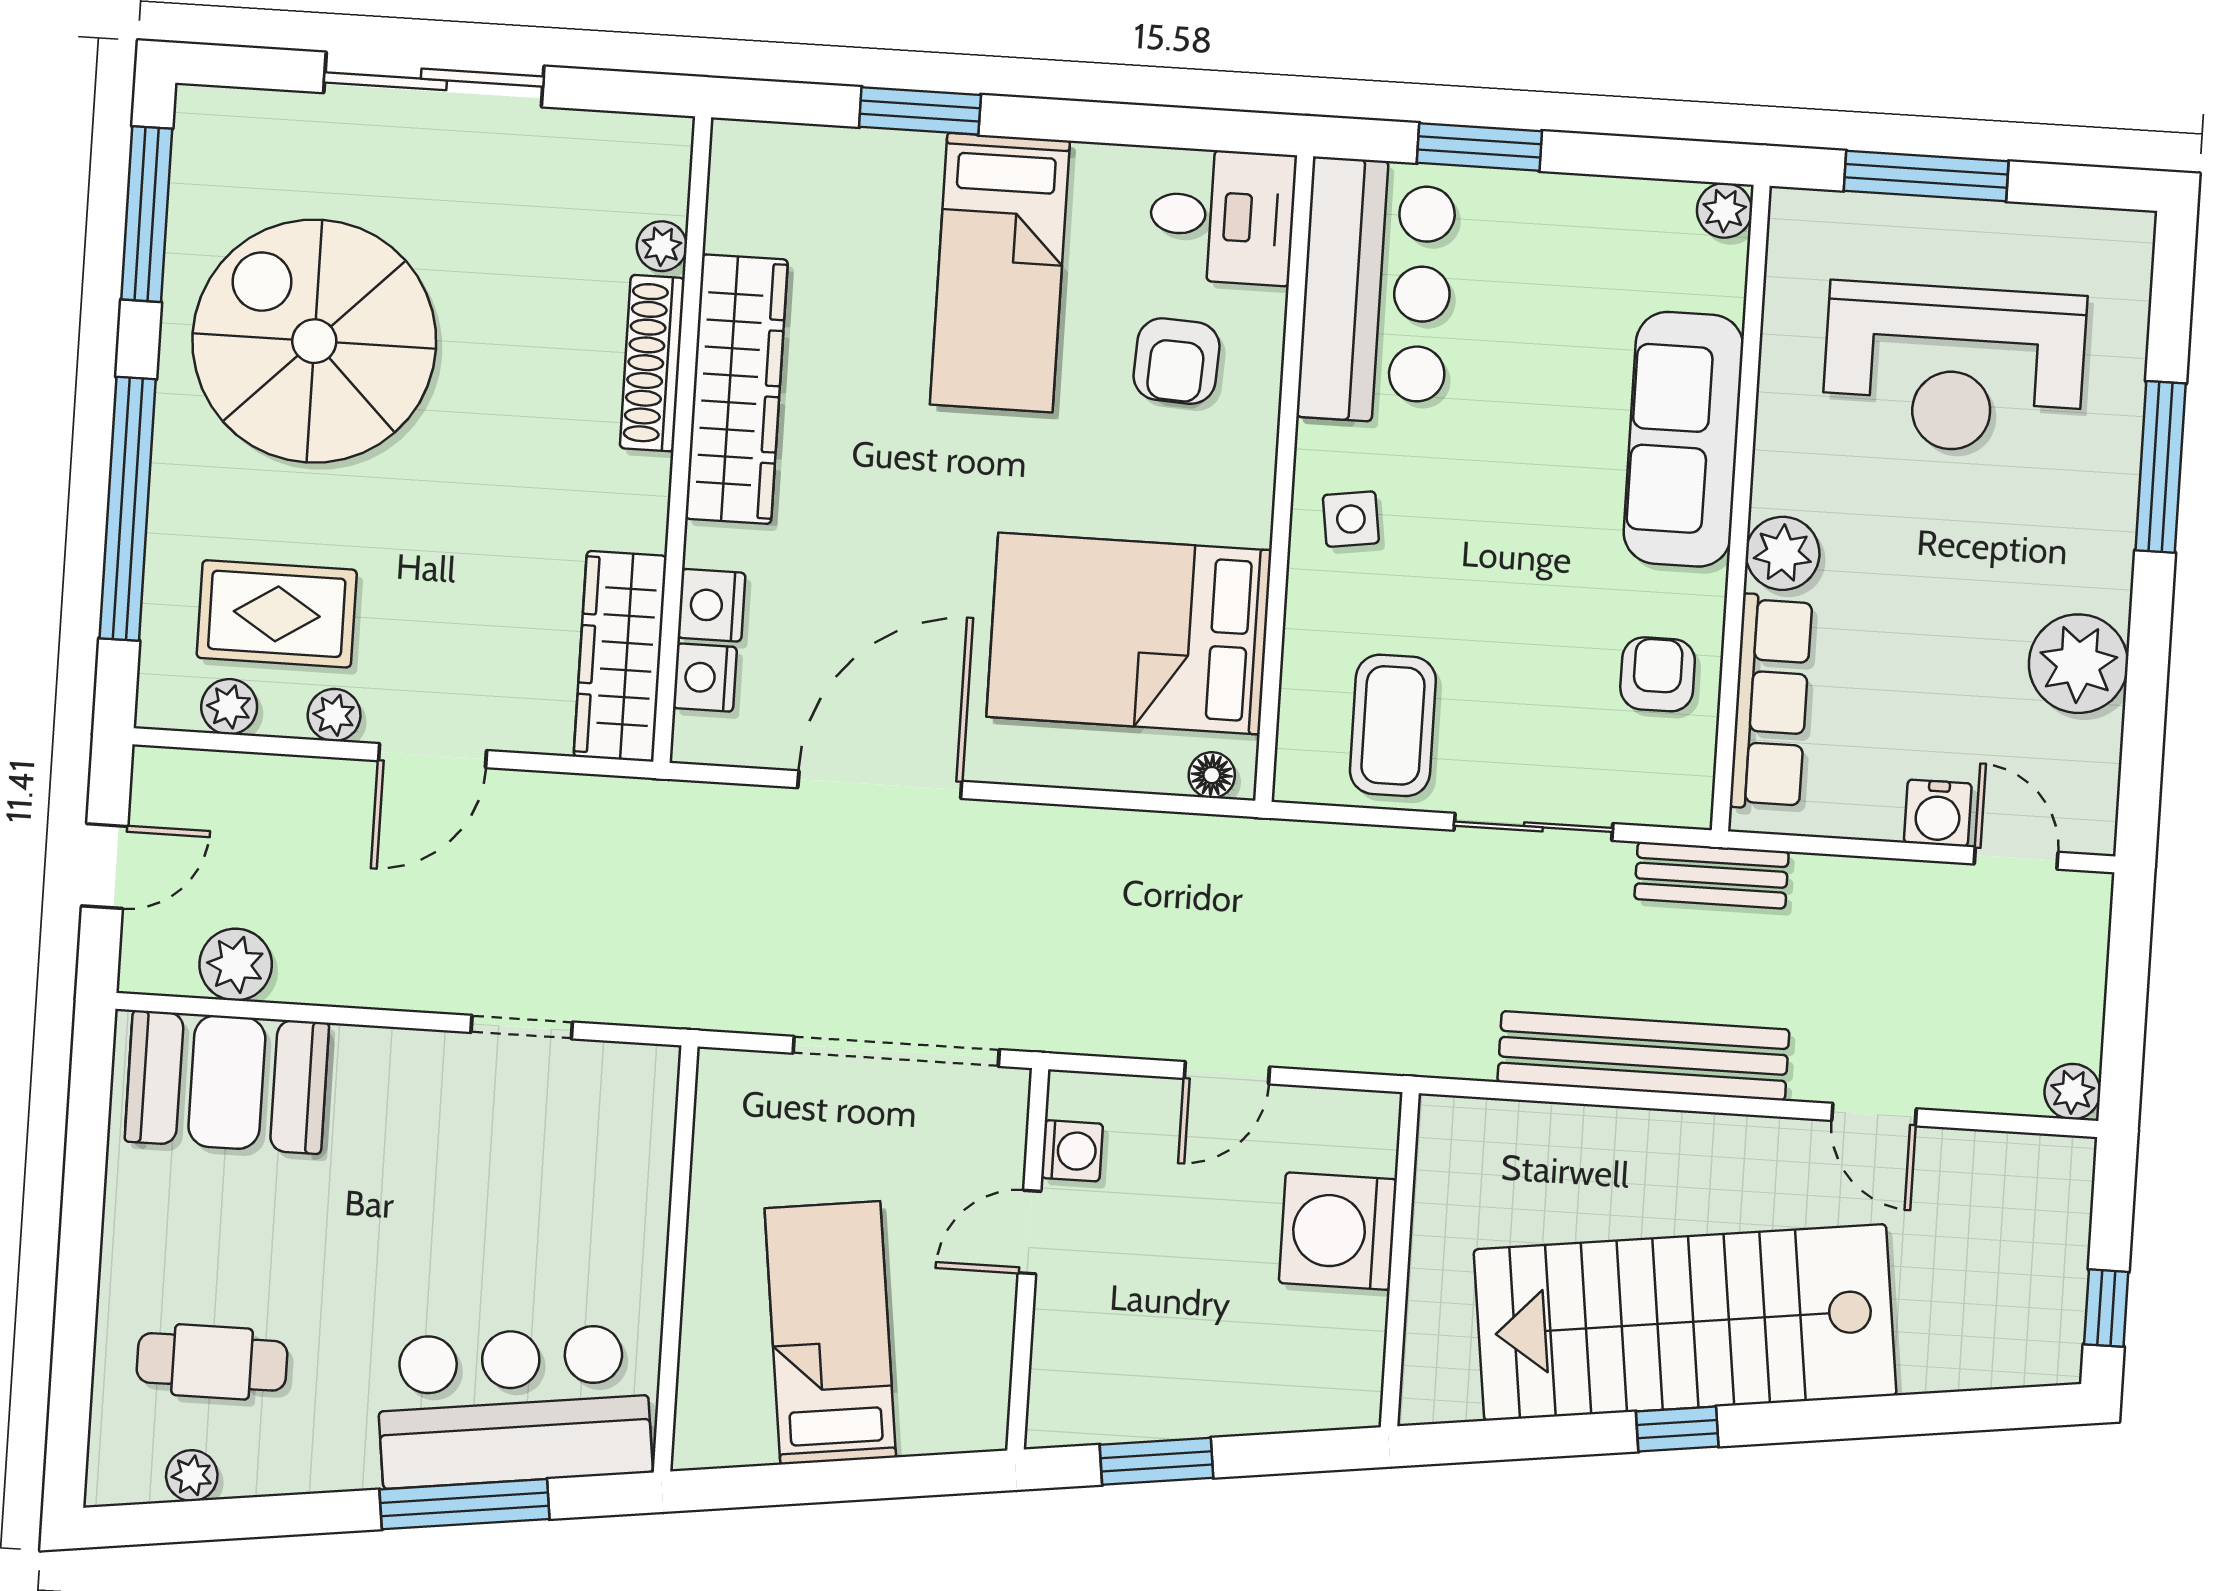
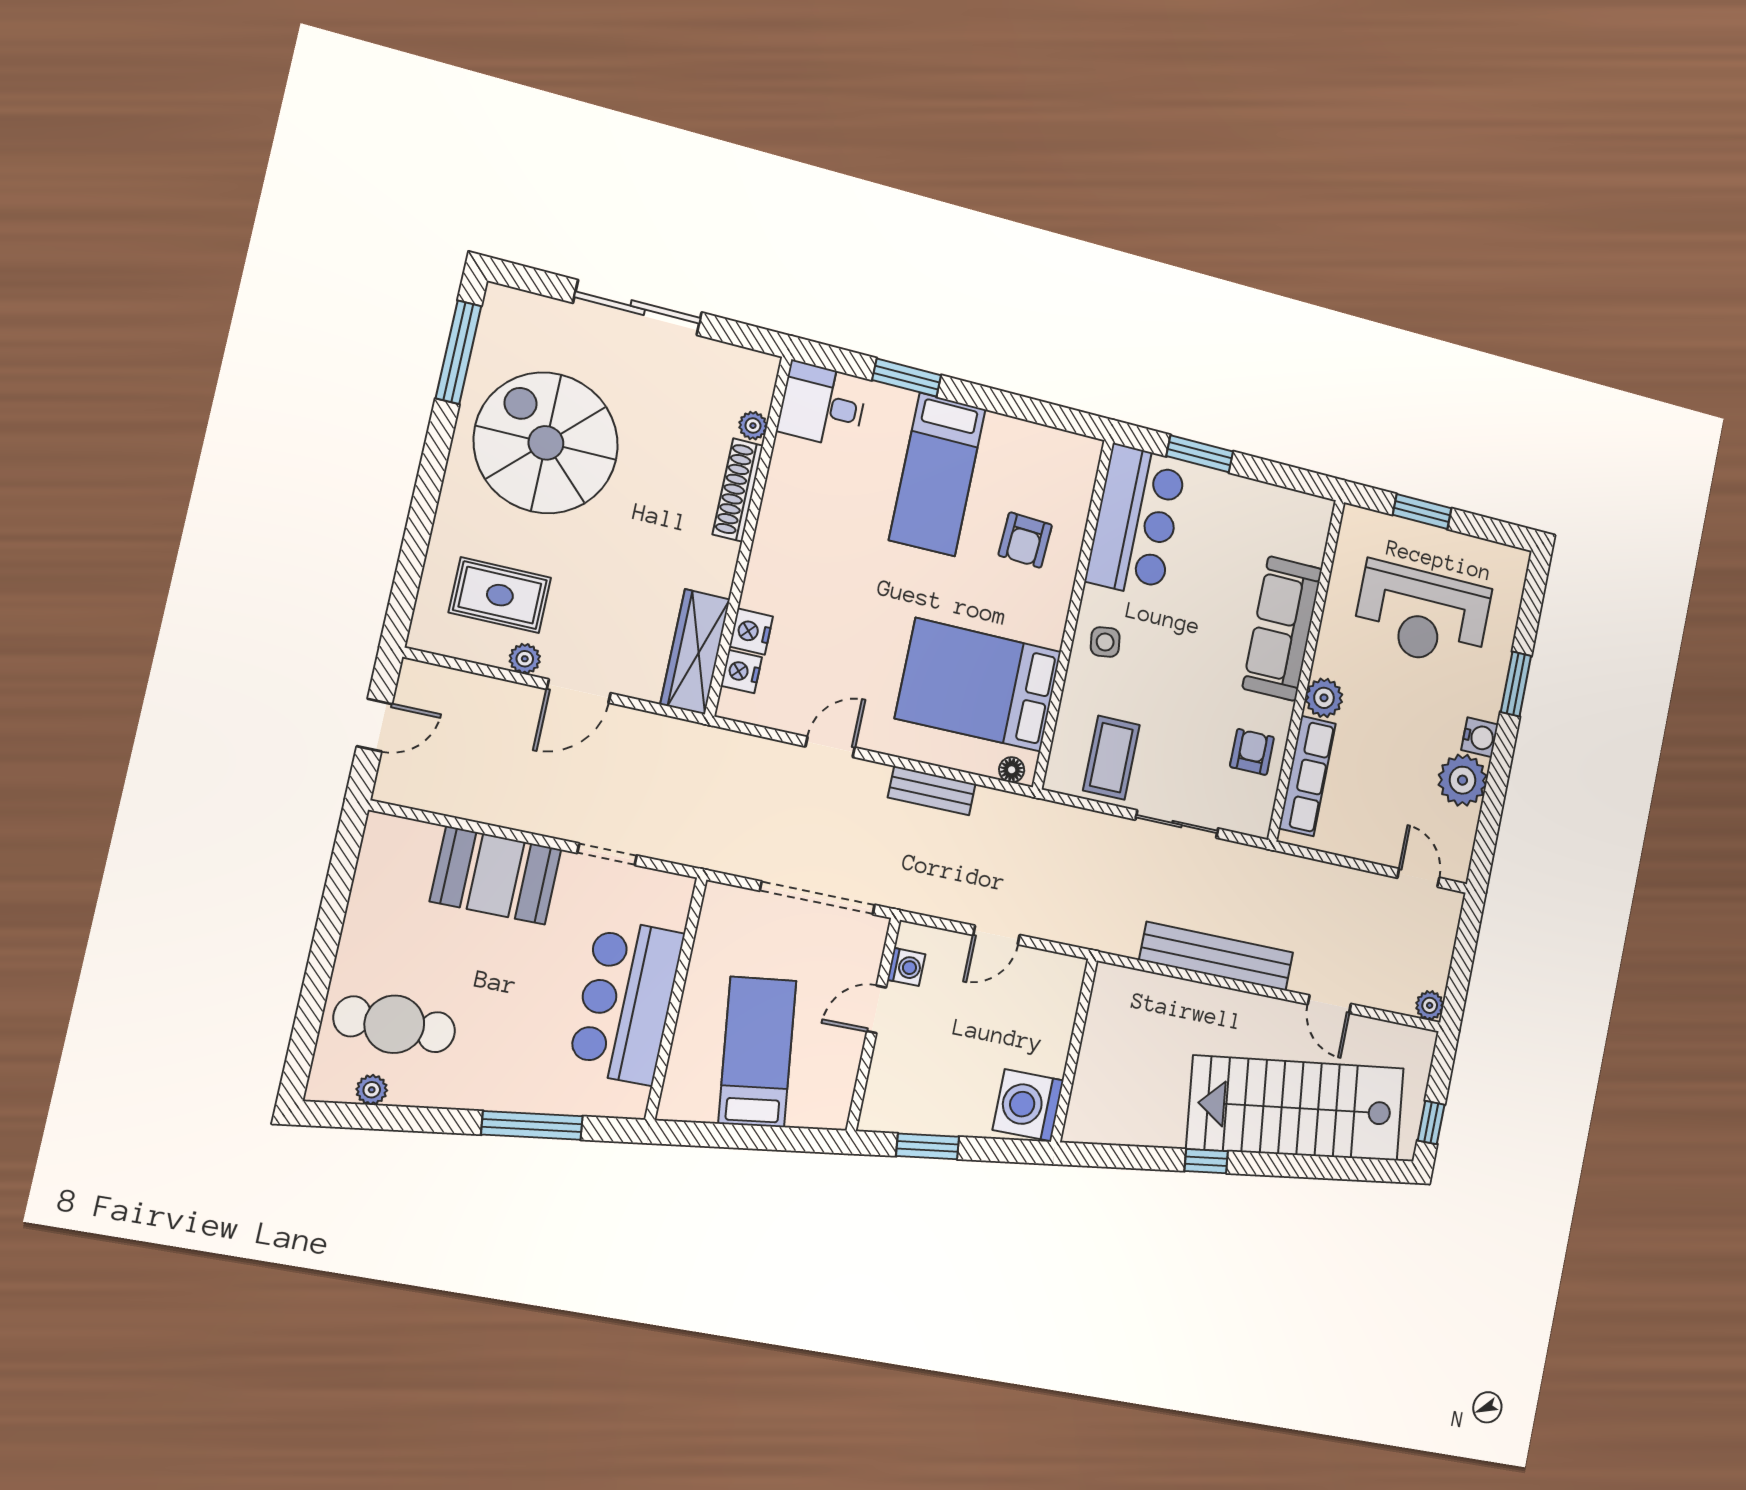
window: (1926, 176) -> (1422, 512), width x0.69
plant: (1724, 210) -> (1320, 511), removed
desk: (1222, 216) -> (822, 405), moved, turned 180
wardrobe: (737, 389) -> (783, 513), removed
window: (2161, 467) -> (1516, 684), width x0.69
window: (128, 509) -> (421, 520), removed
plant: (229, 707) -> (464, 644), removed
door: (880, 785) -> (830, 747), width x0.53
water cooler: (1938, 813) -> (1480, 737), moved, turned -90
bench: (1712, 875) -> (932, 791), moved
plant: (236, 965) -> (444, 794), removed
booth: (227, 1082) -> (496, 875), moved
washing machine: (1338, 1231) -> (1028, 1105), moved
stairs: (1685, 1322) -> (1296, 1108), moved
cafe table: (212, 1362) -> (394, 1024), width x1.37, depth x1.35
bar counter: (514, 1406) -> (626, 1002), moved, turned -83

